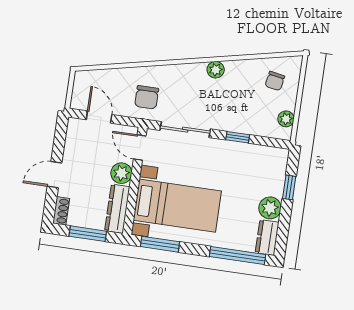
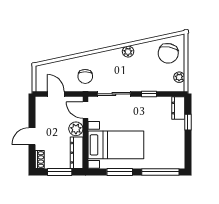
chair: (275, 81) -> (168, 53), width x1.87, depth x1.87
plant: (270, 208) -> (177, 137), removed
dresser: (267, 237) -> (178, 108), moved
window: (160, 244) -> (120, 172), moved

